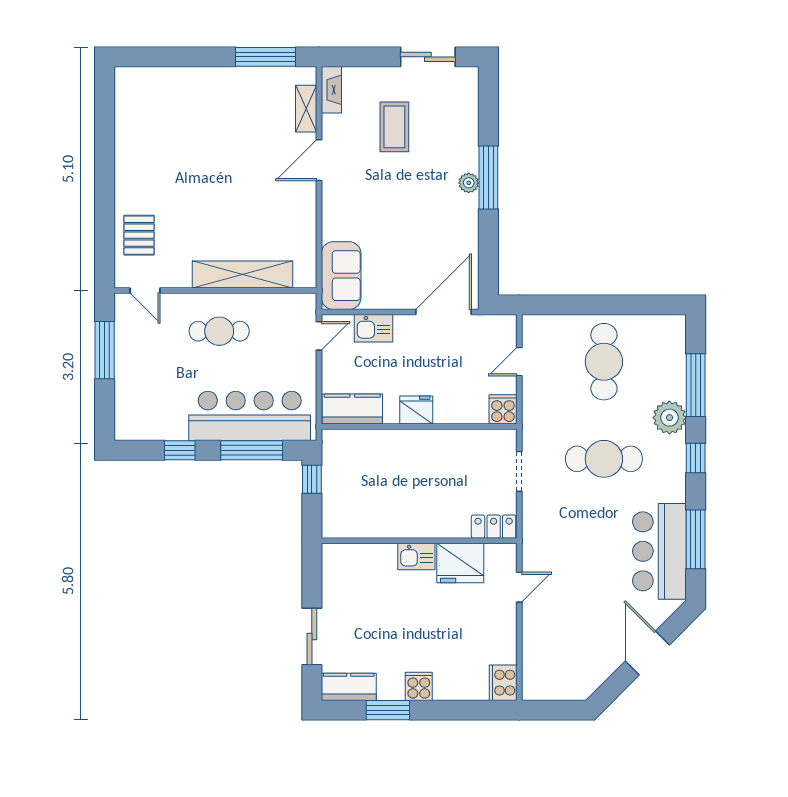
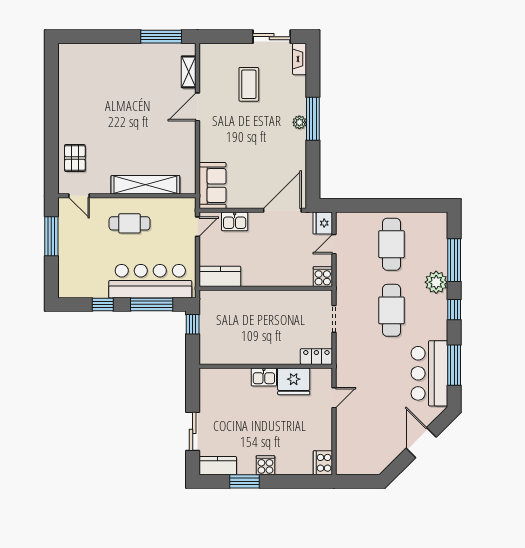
fireplace: (331, 90) -> (300, 59), moved, turned 180
fridge: (416, 410) -> (323, 223), moved, turned -90
cafe table: (604, 459) -> (392, 310), turned 90

